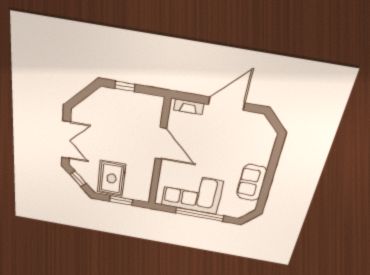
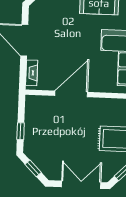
window: (83, 94) -> (33, 168), added

